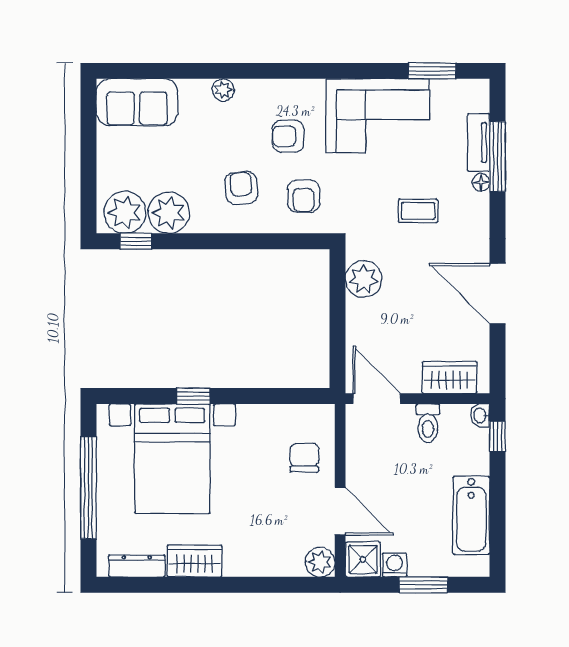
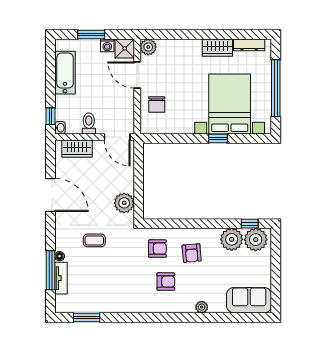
corner sofa: (378, 116) -> (116, 293), removed
armchair: (303, 196) -> (157, 249), turned 90

